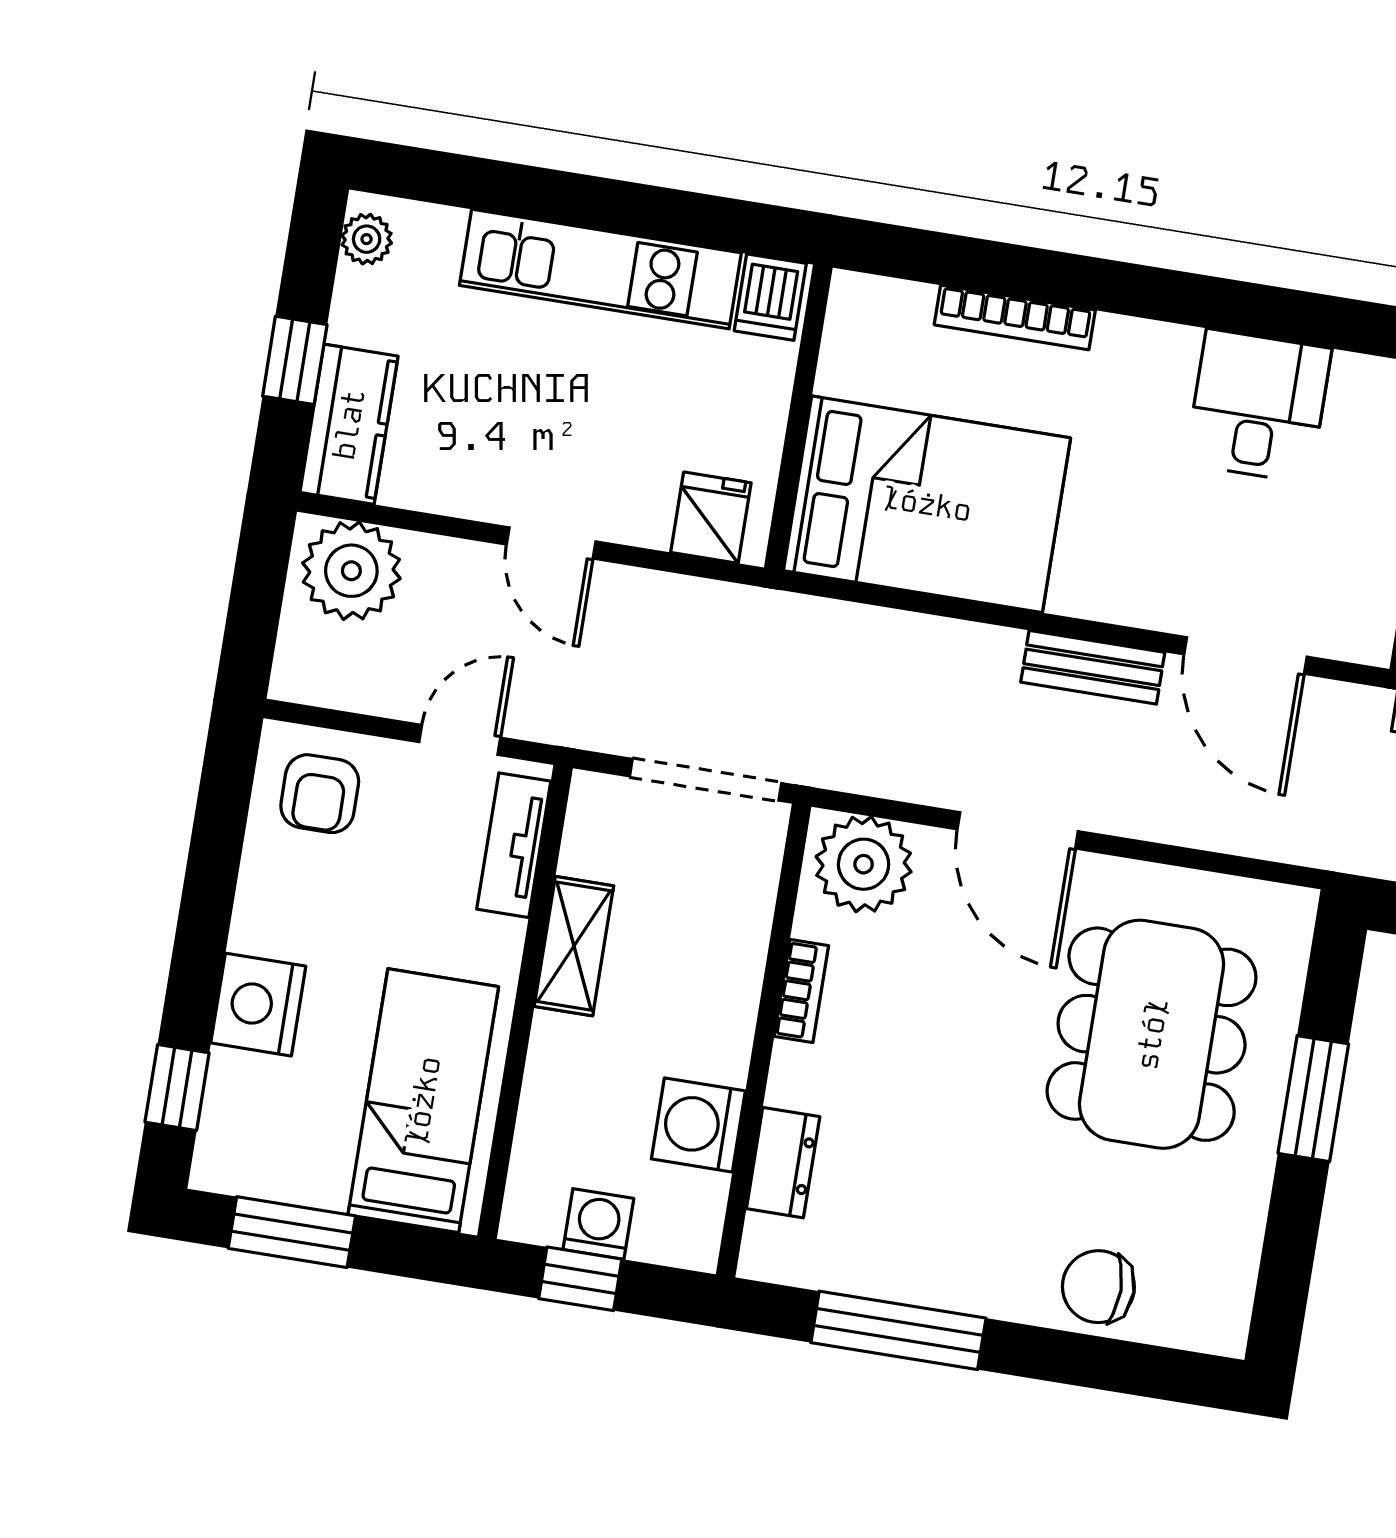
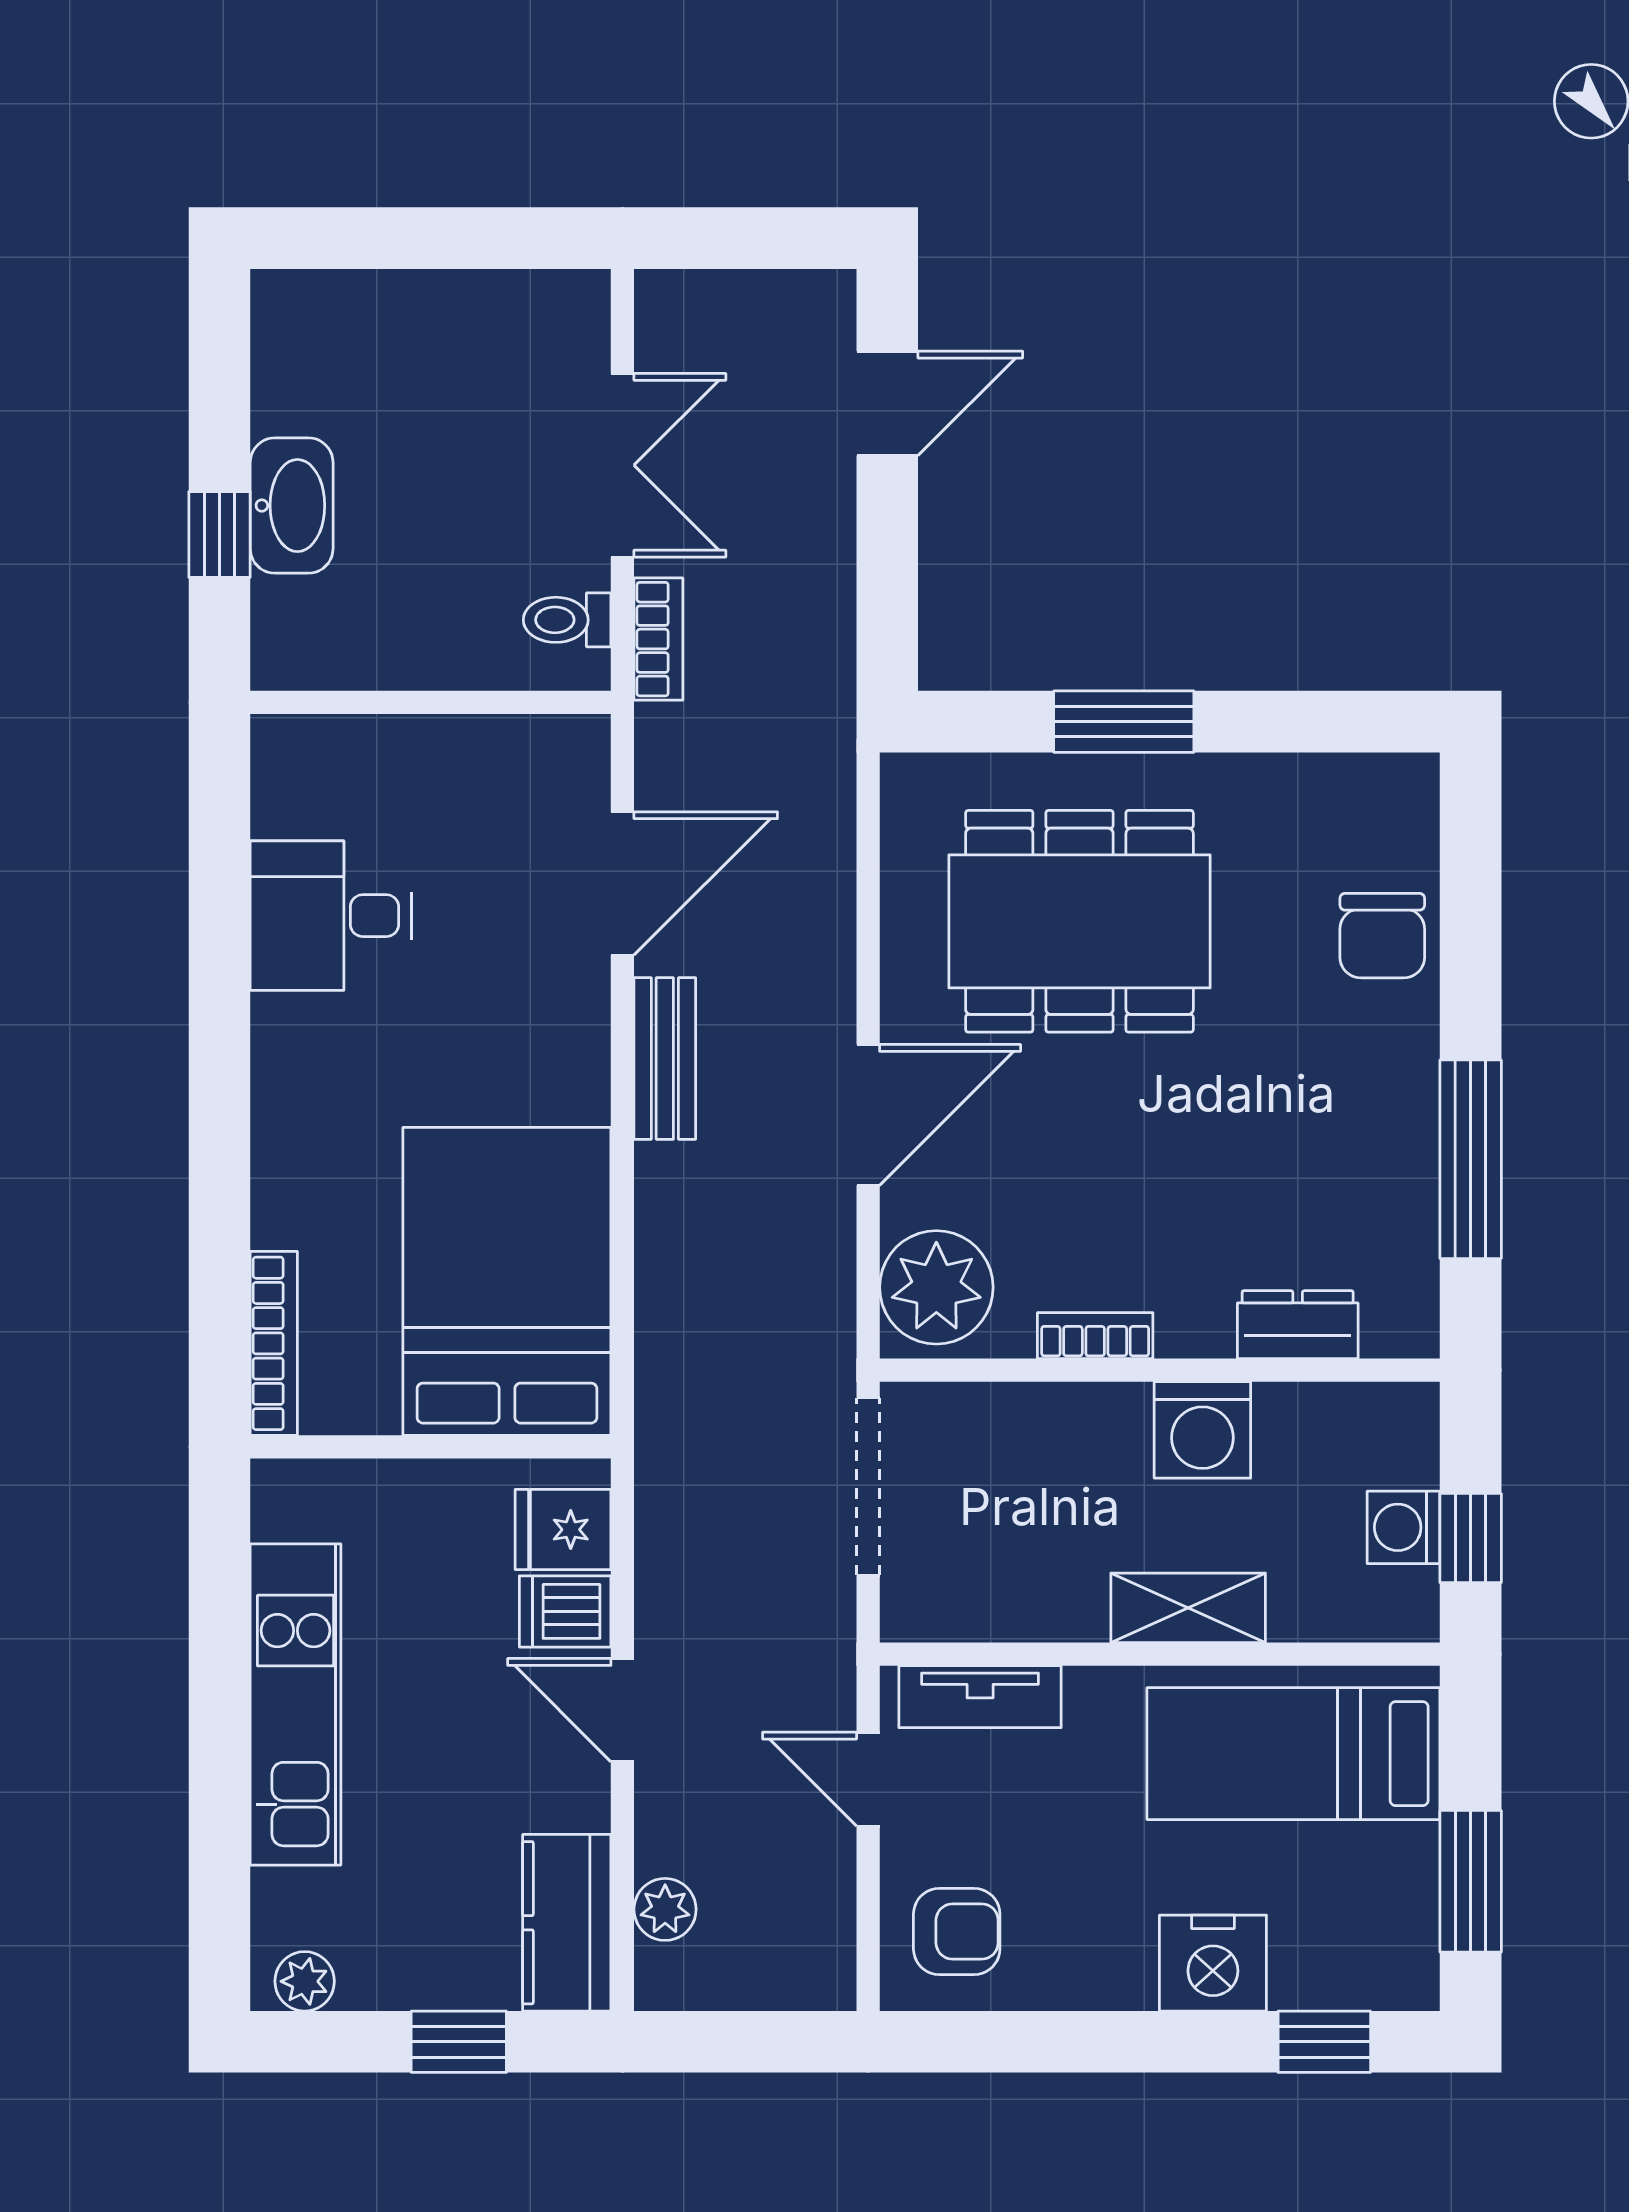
dishwasher: (770, 297) -> (565, 1611), moved, turned 180
bookcase: (1015, 318) -> (274, 1343), moved
kitchen counter: (349, 424) -> (567, 1923), moved, turned -90
door: (551, 543) -> (622, 1710), swing flipped
plant: (351, 571) -> (665, 1909), width x0.53, depth x0.53
shelving: (574, 946) -> (1188, 1608), moved
washing machine: (698, 1125) -> (1202, 1430), moved

